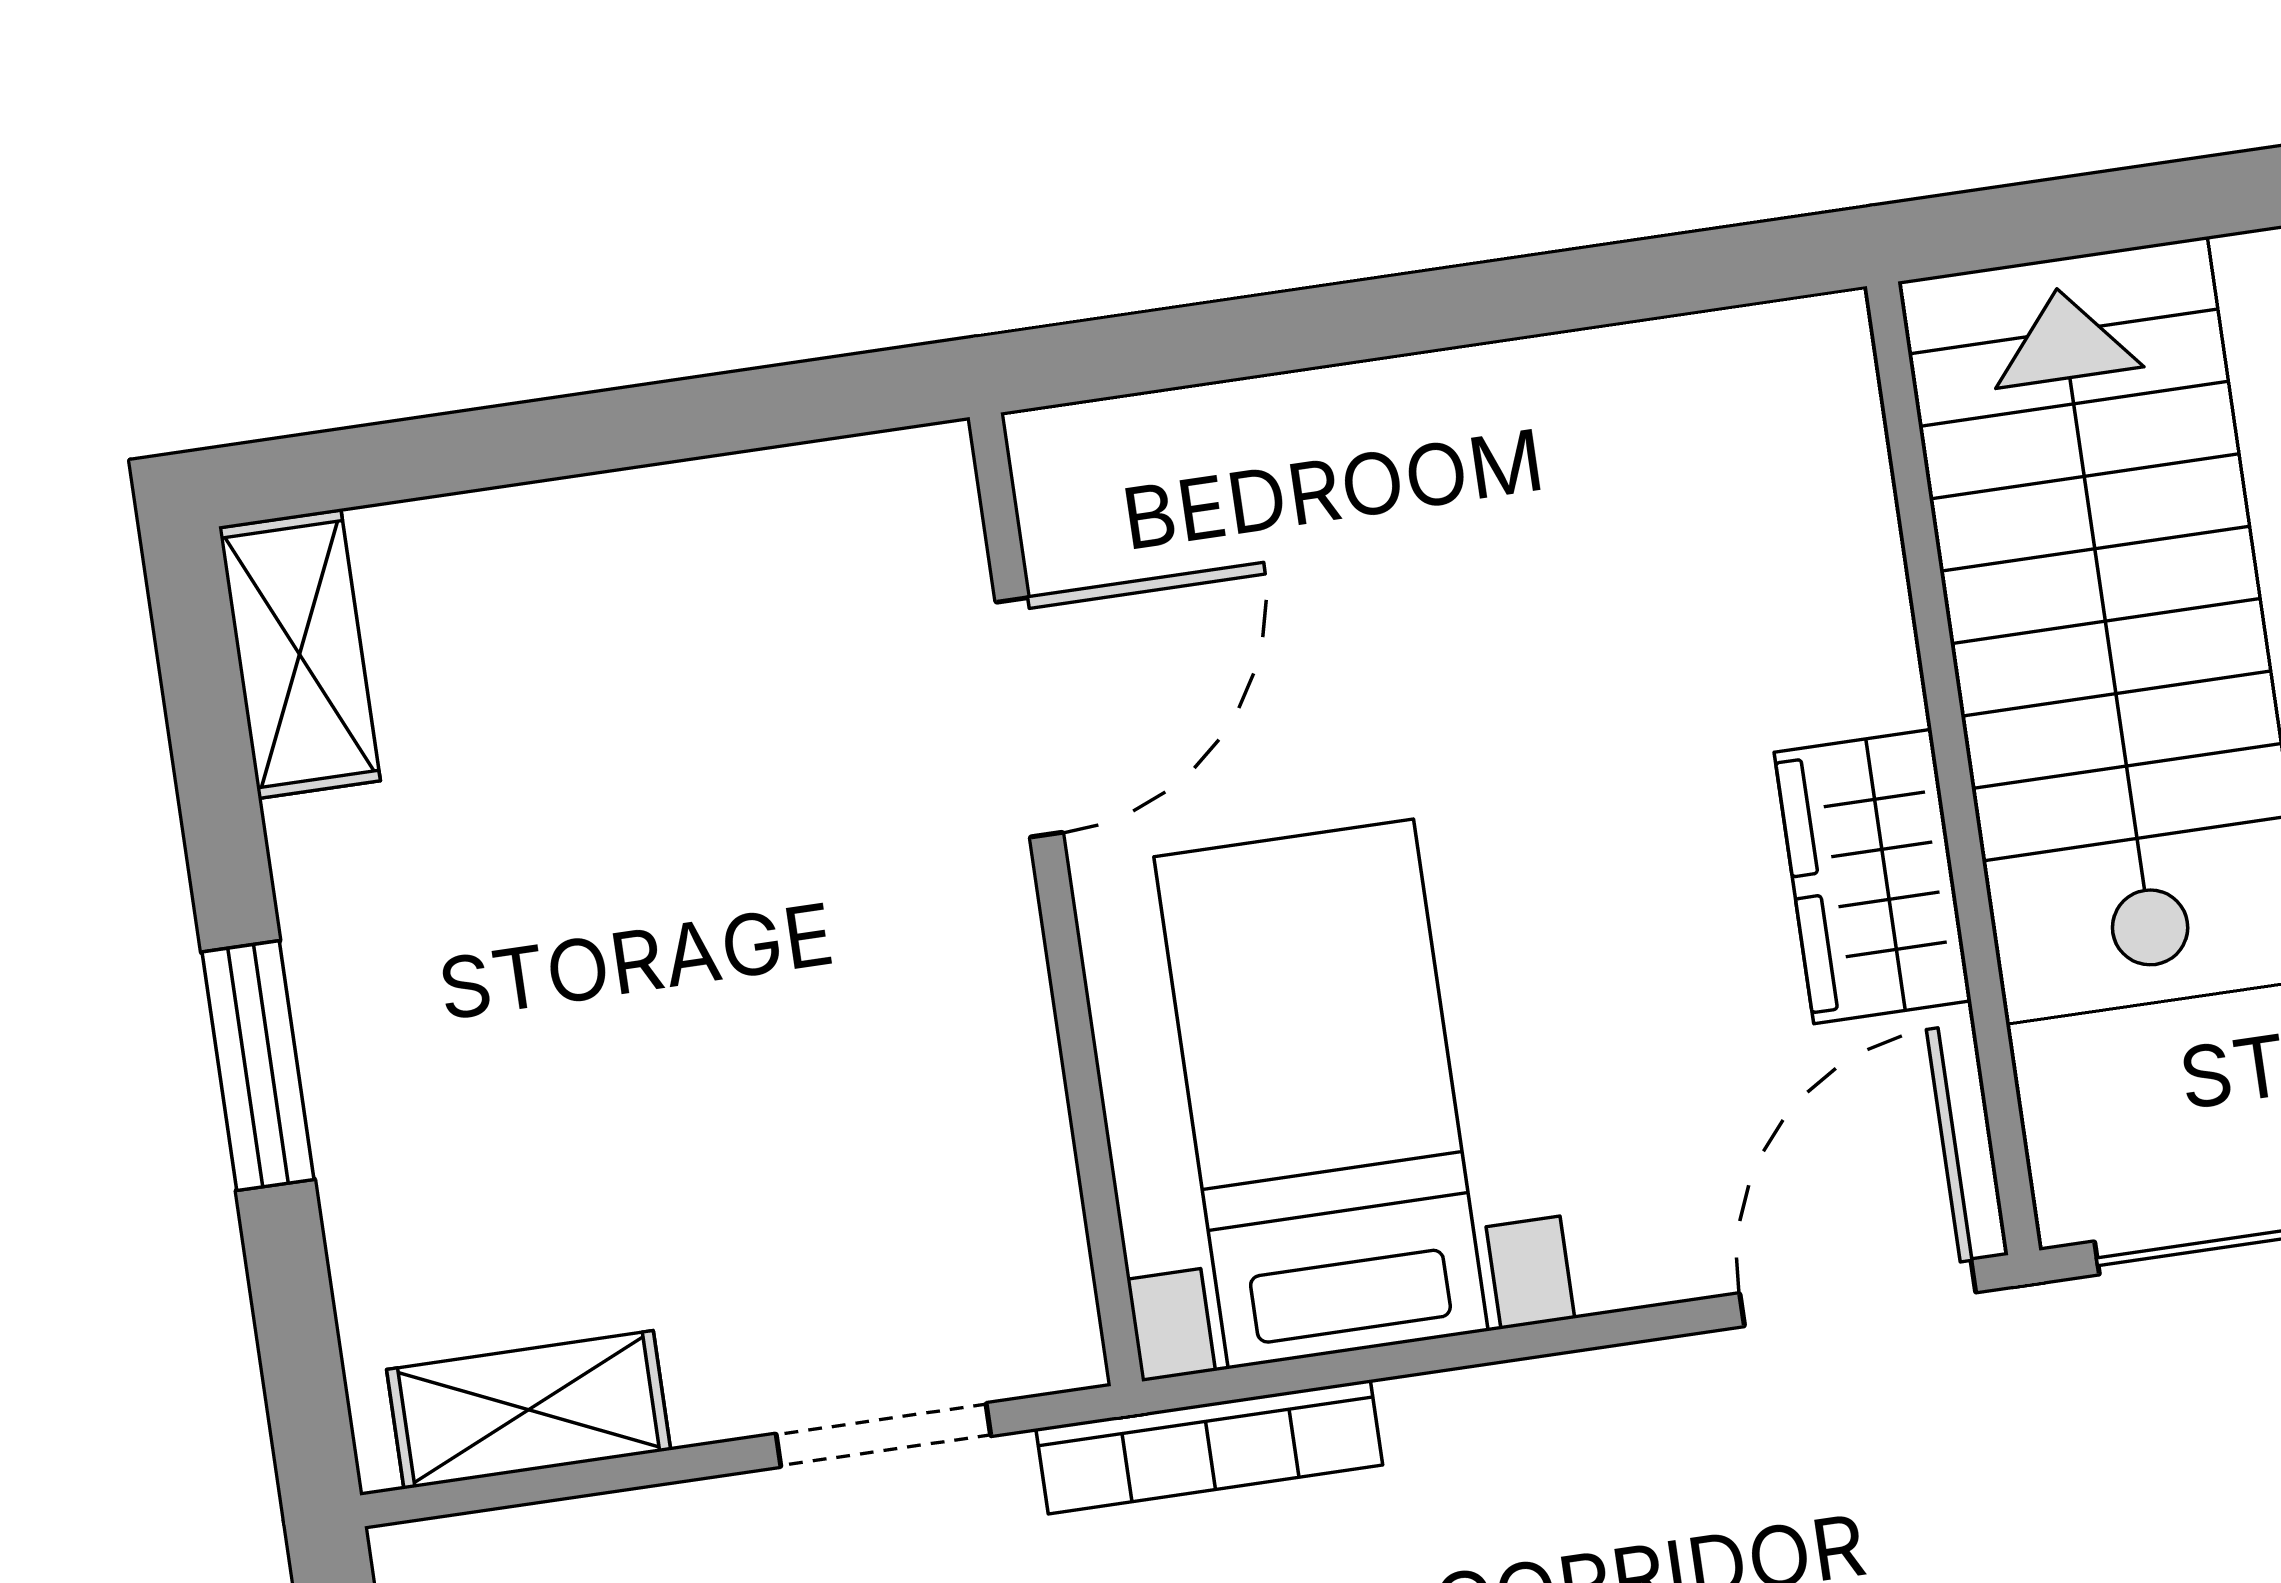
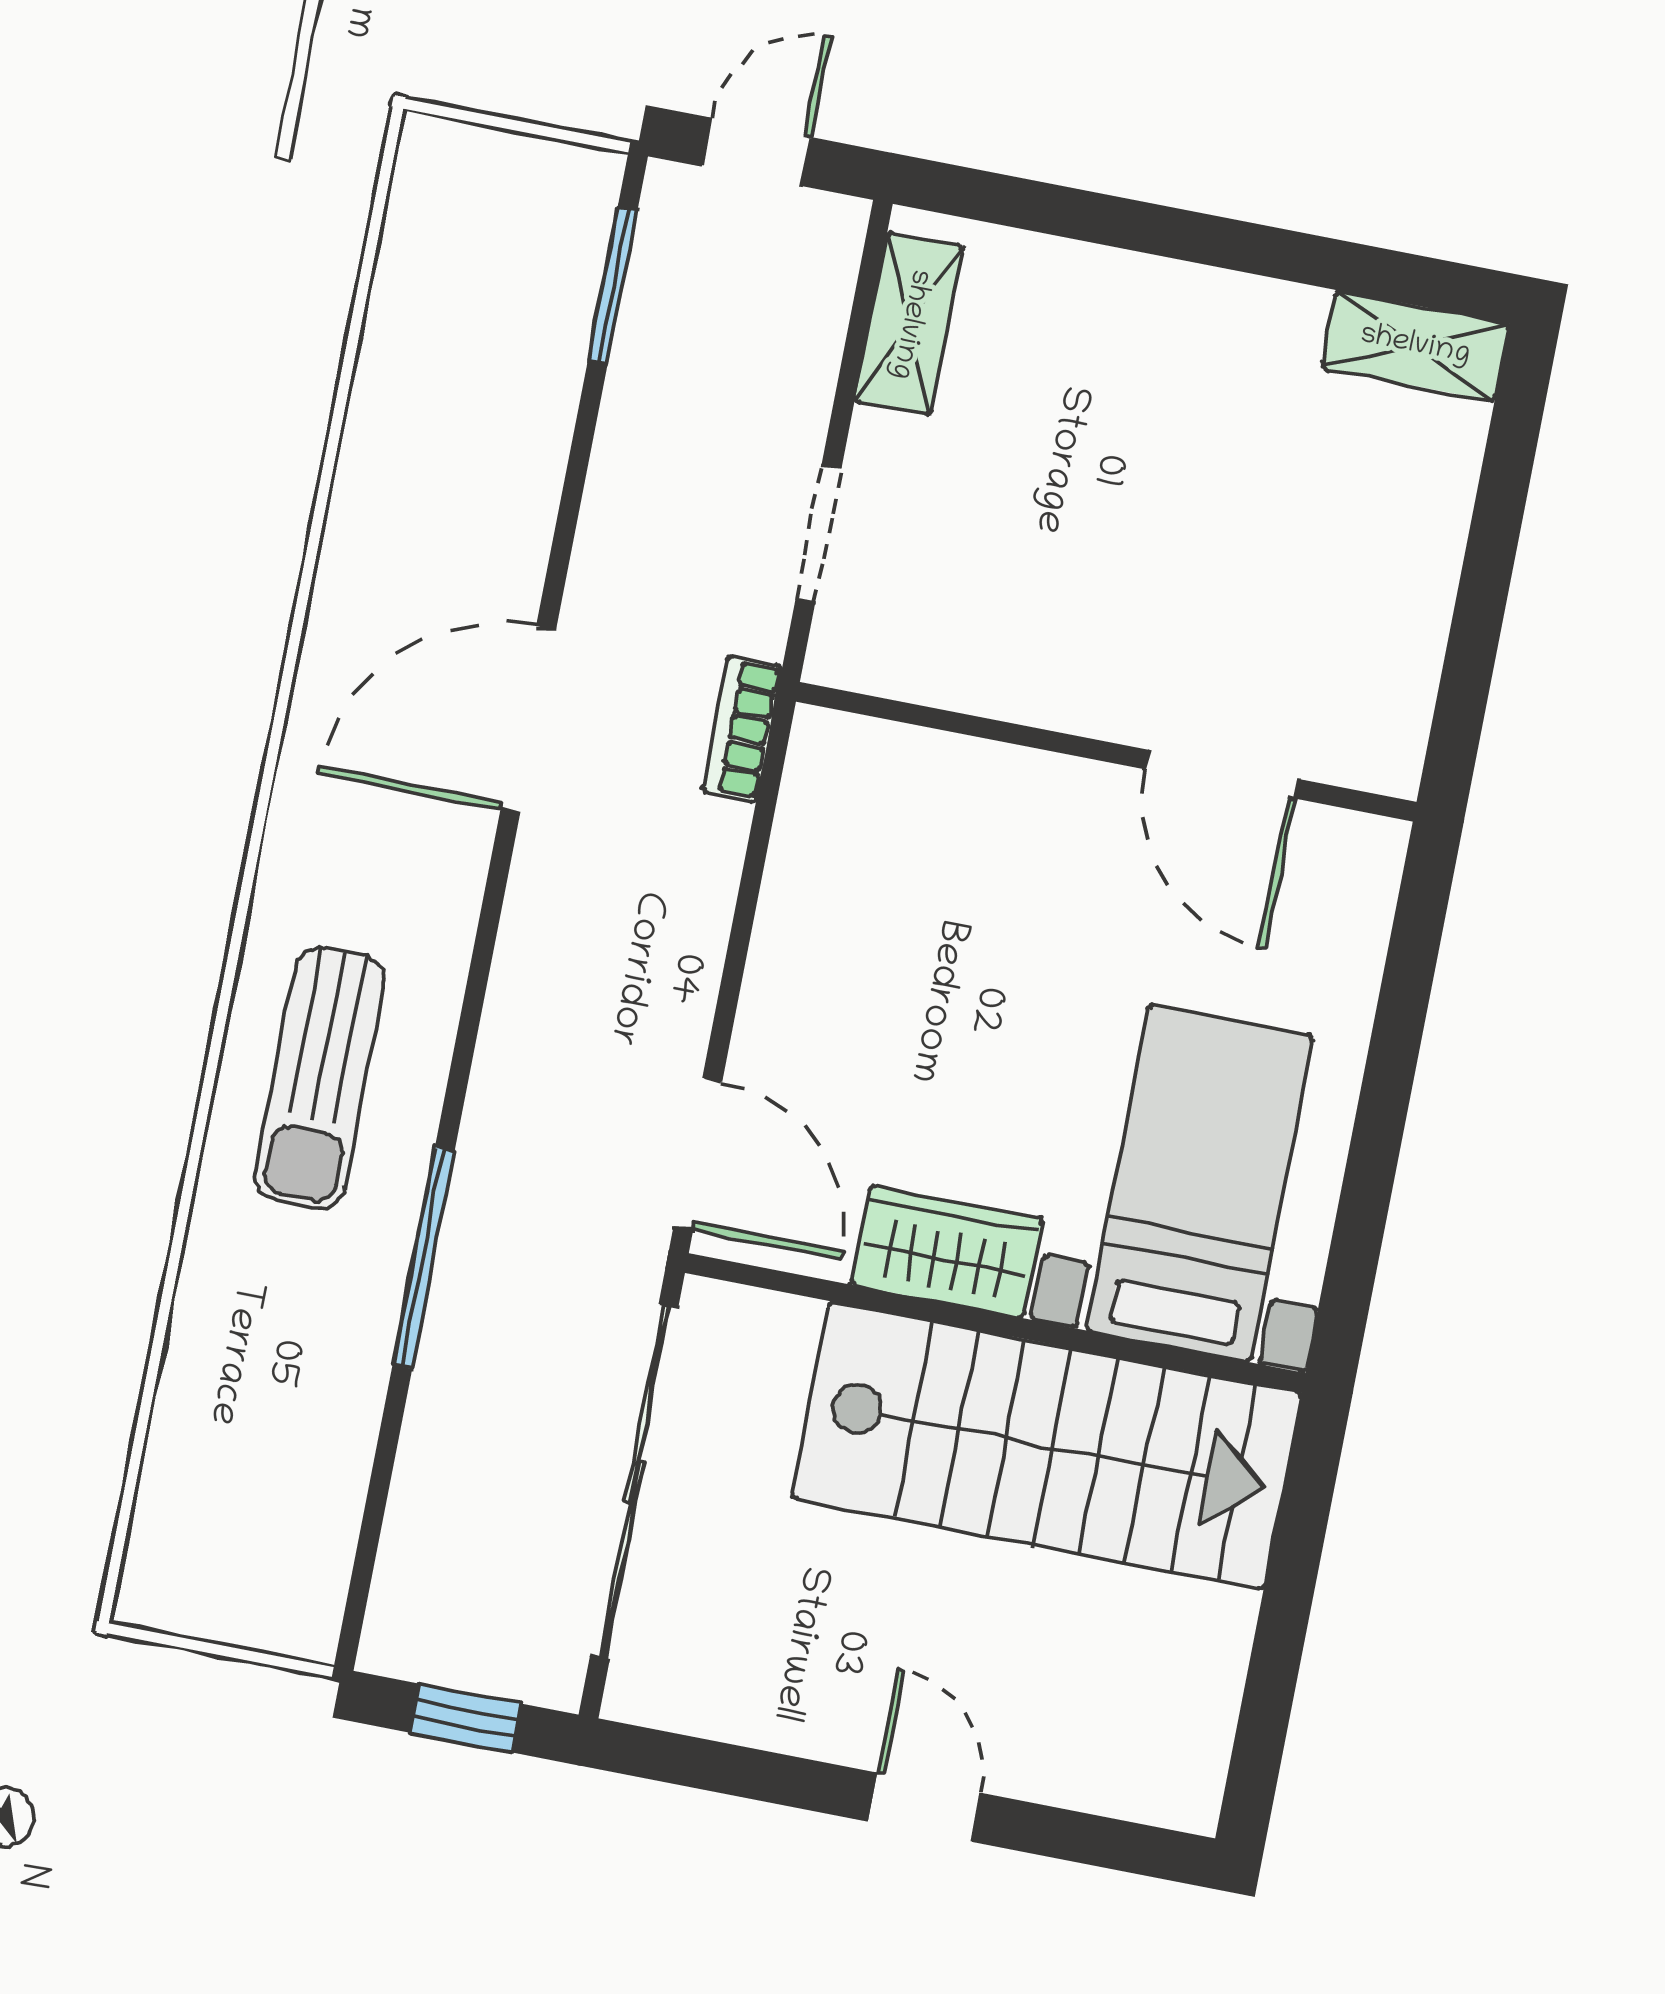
window: (258, 1066) -> (1175, 233), removed
bed with nightstands: (1321, 1094) -> (1200, 1183), moved, turned -90
bookcase: (1209, 1447) -> (742, 728), width x0.64

